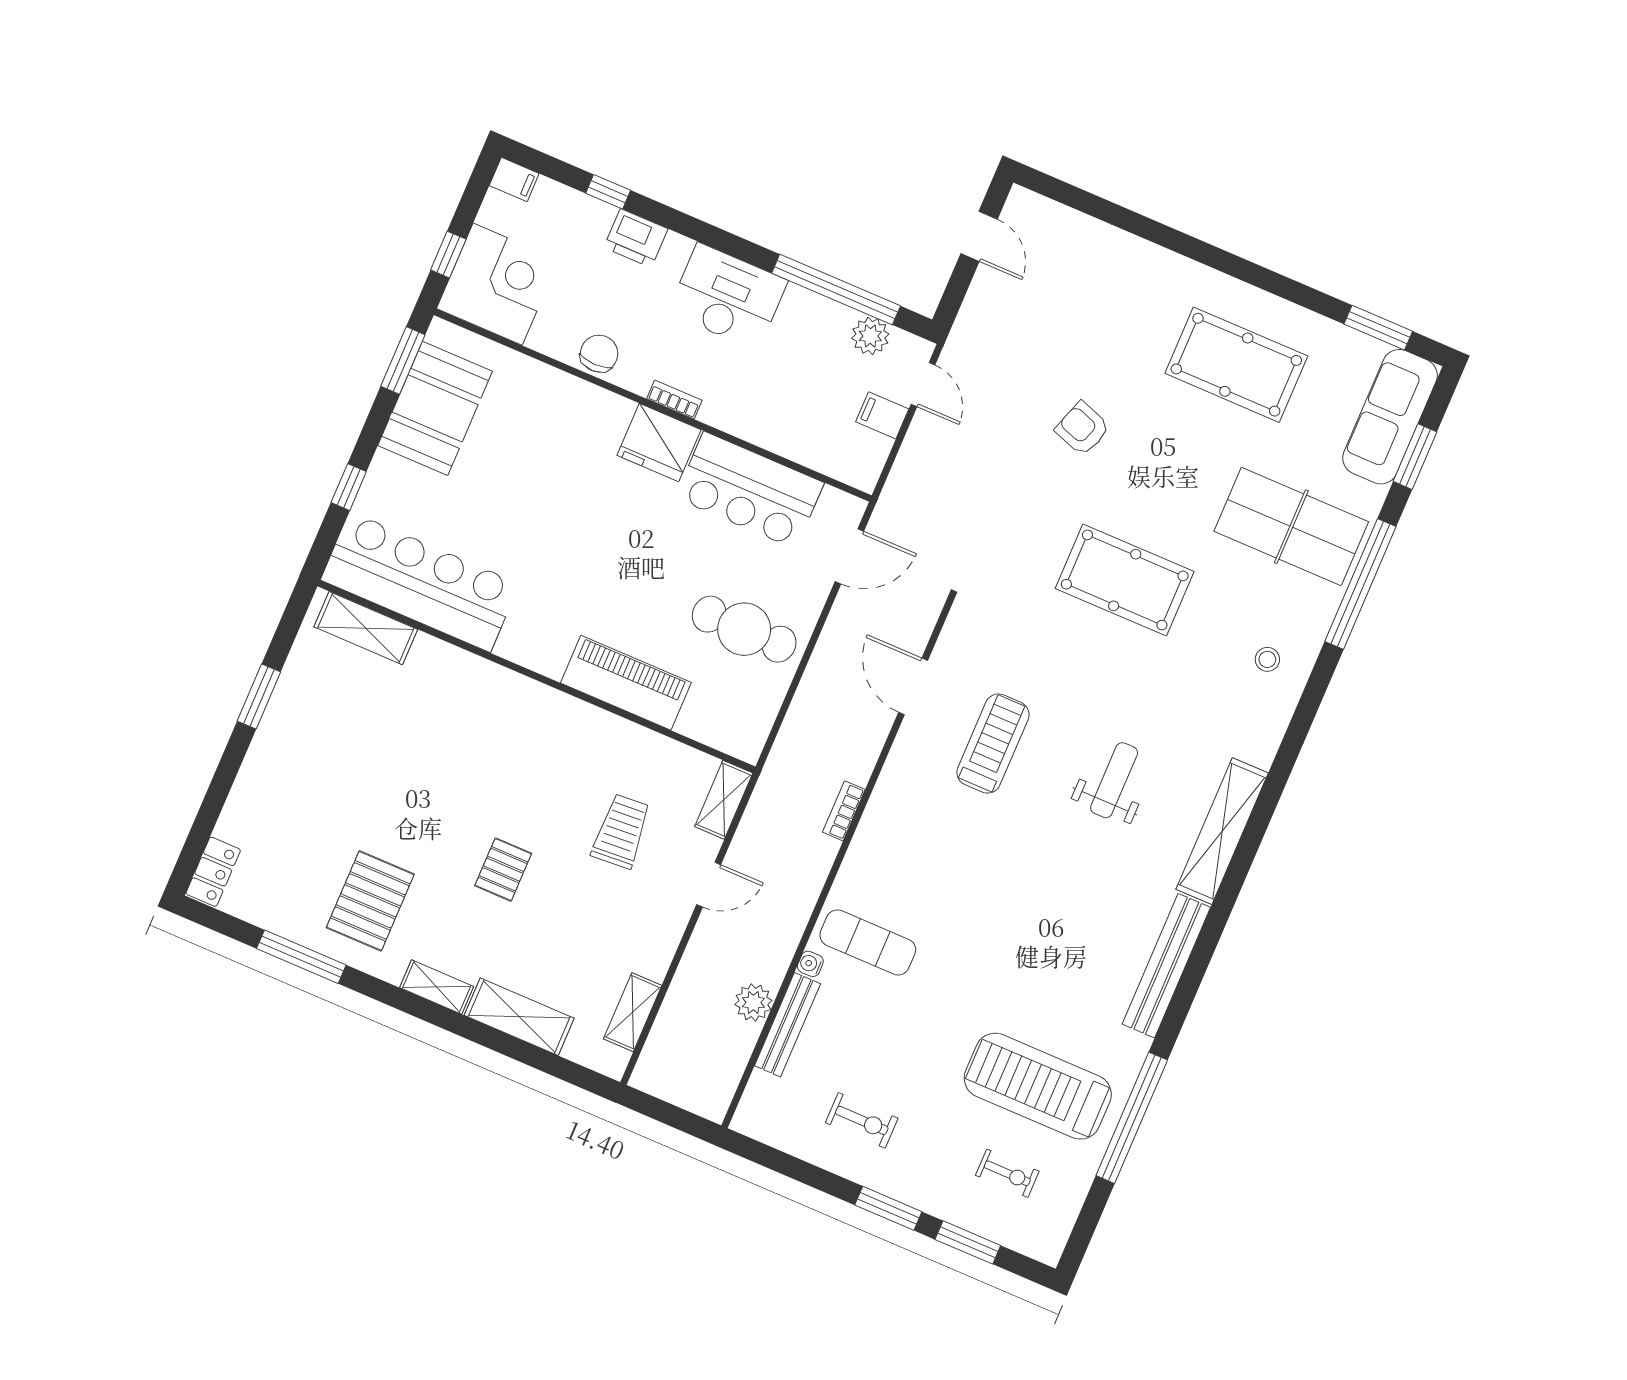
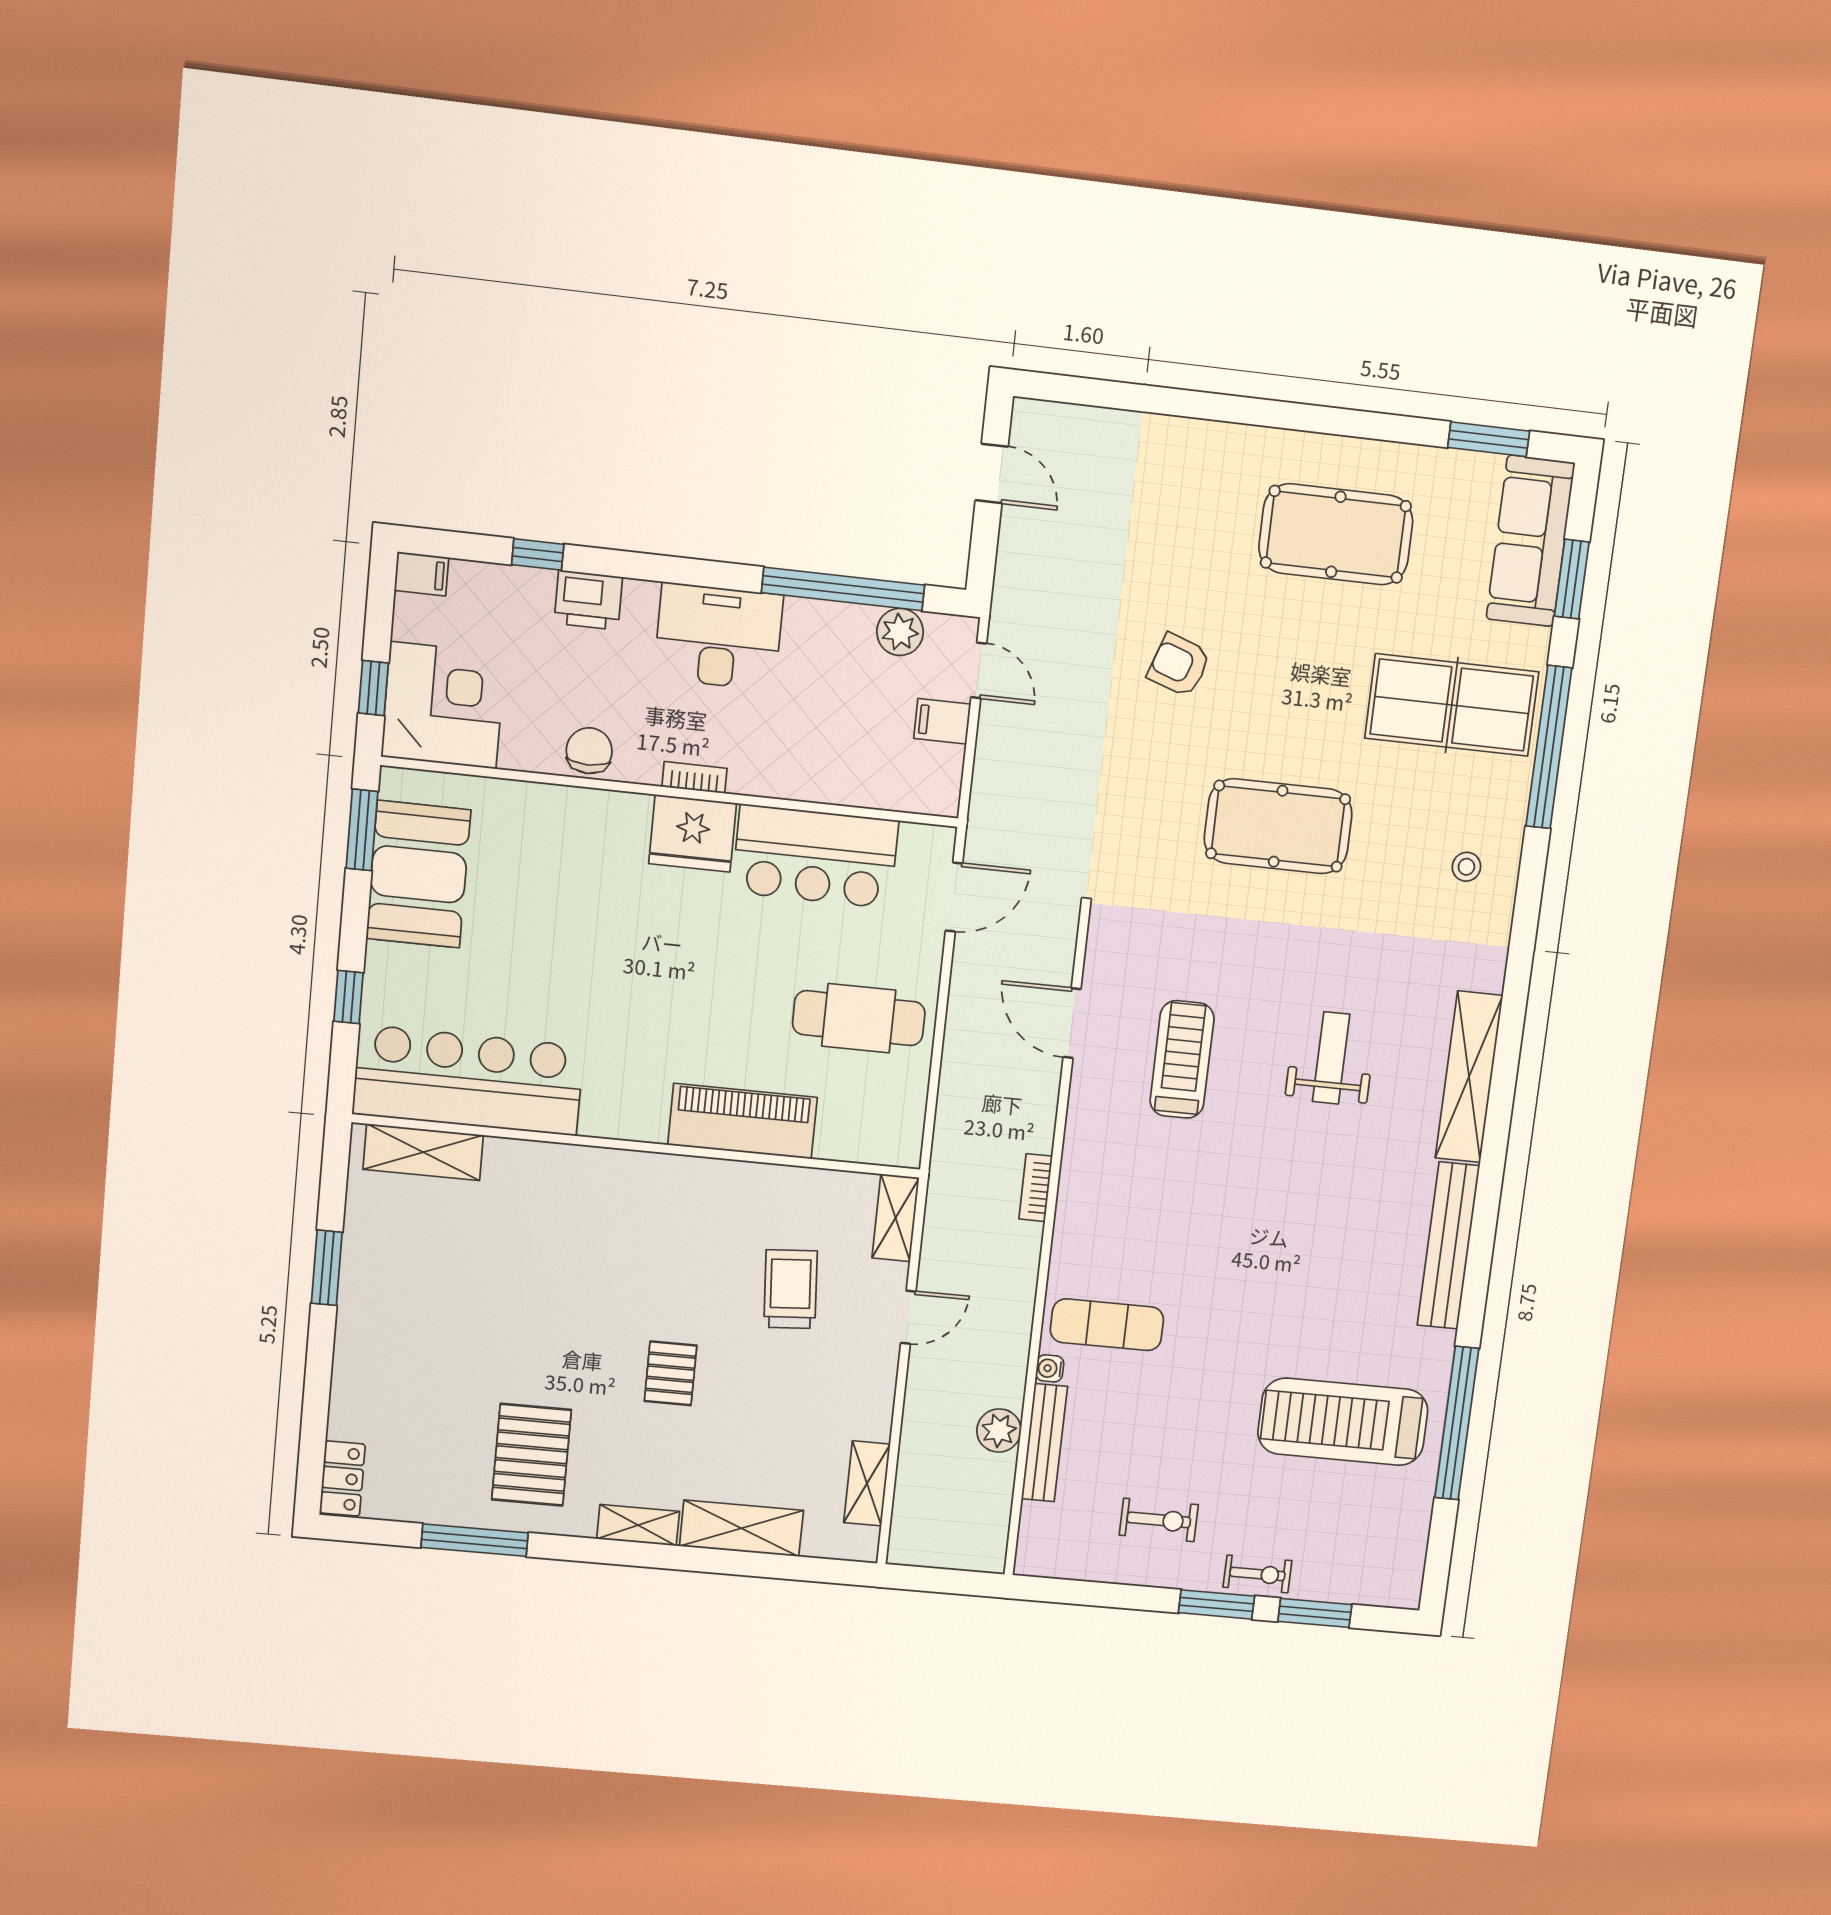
exercise bike: (1007, 1173) -> (1257, 1574), moved

